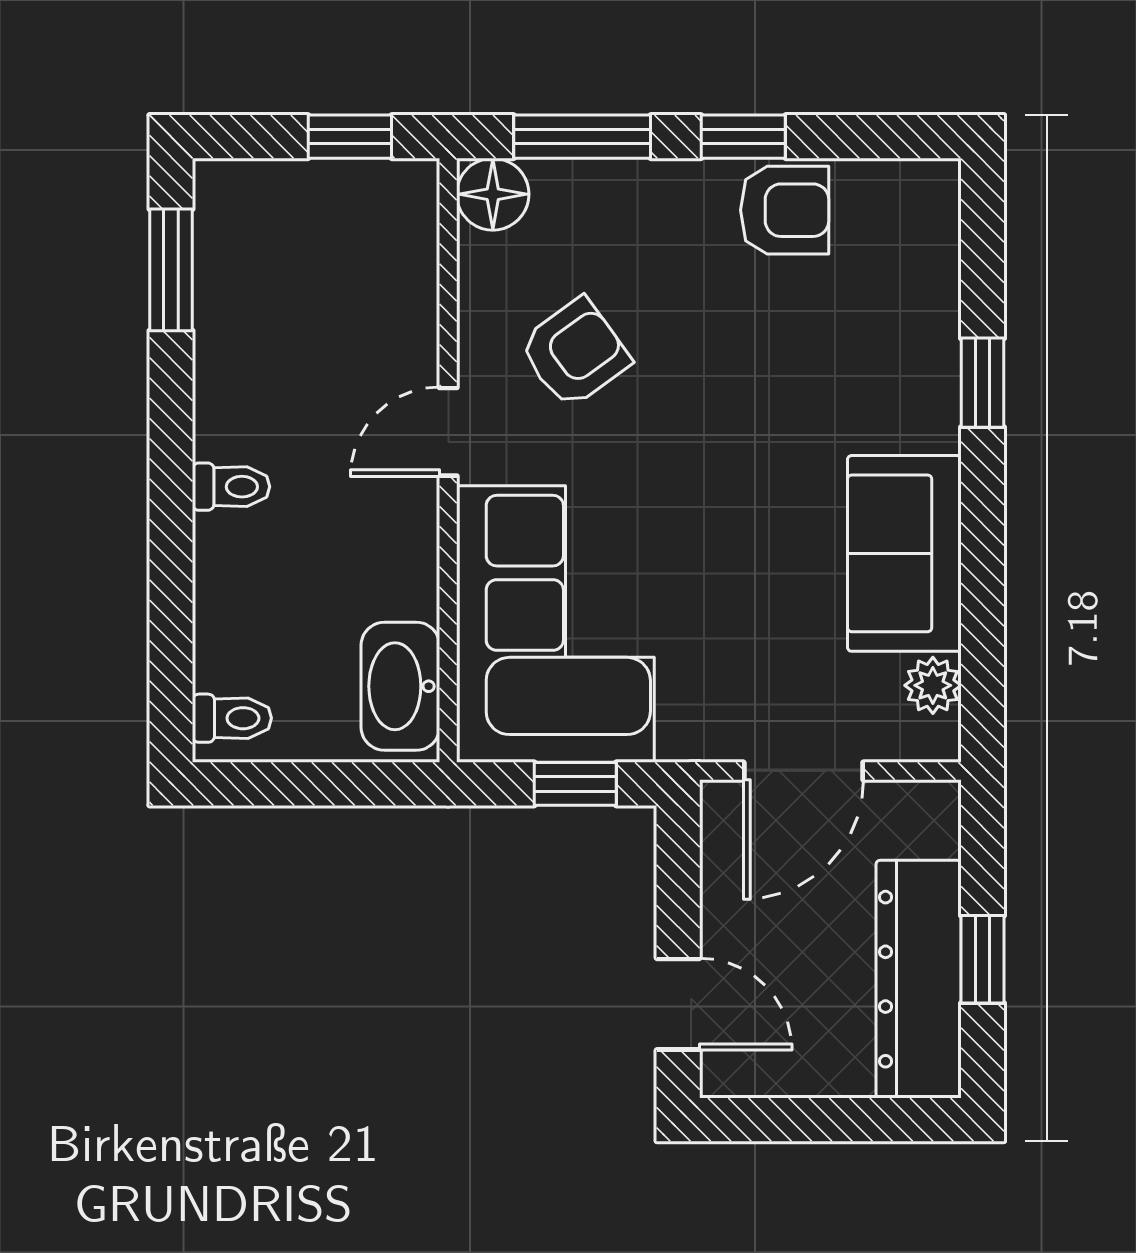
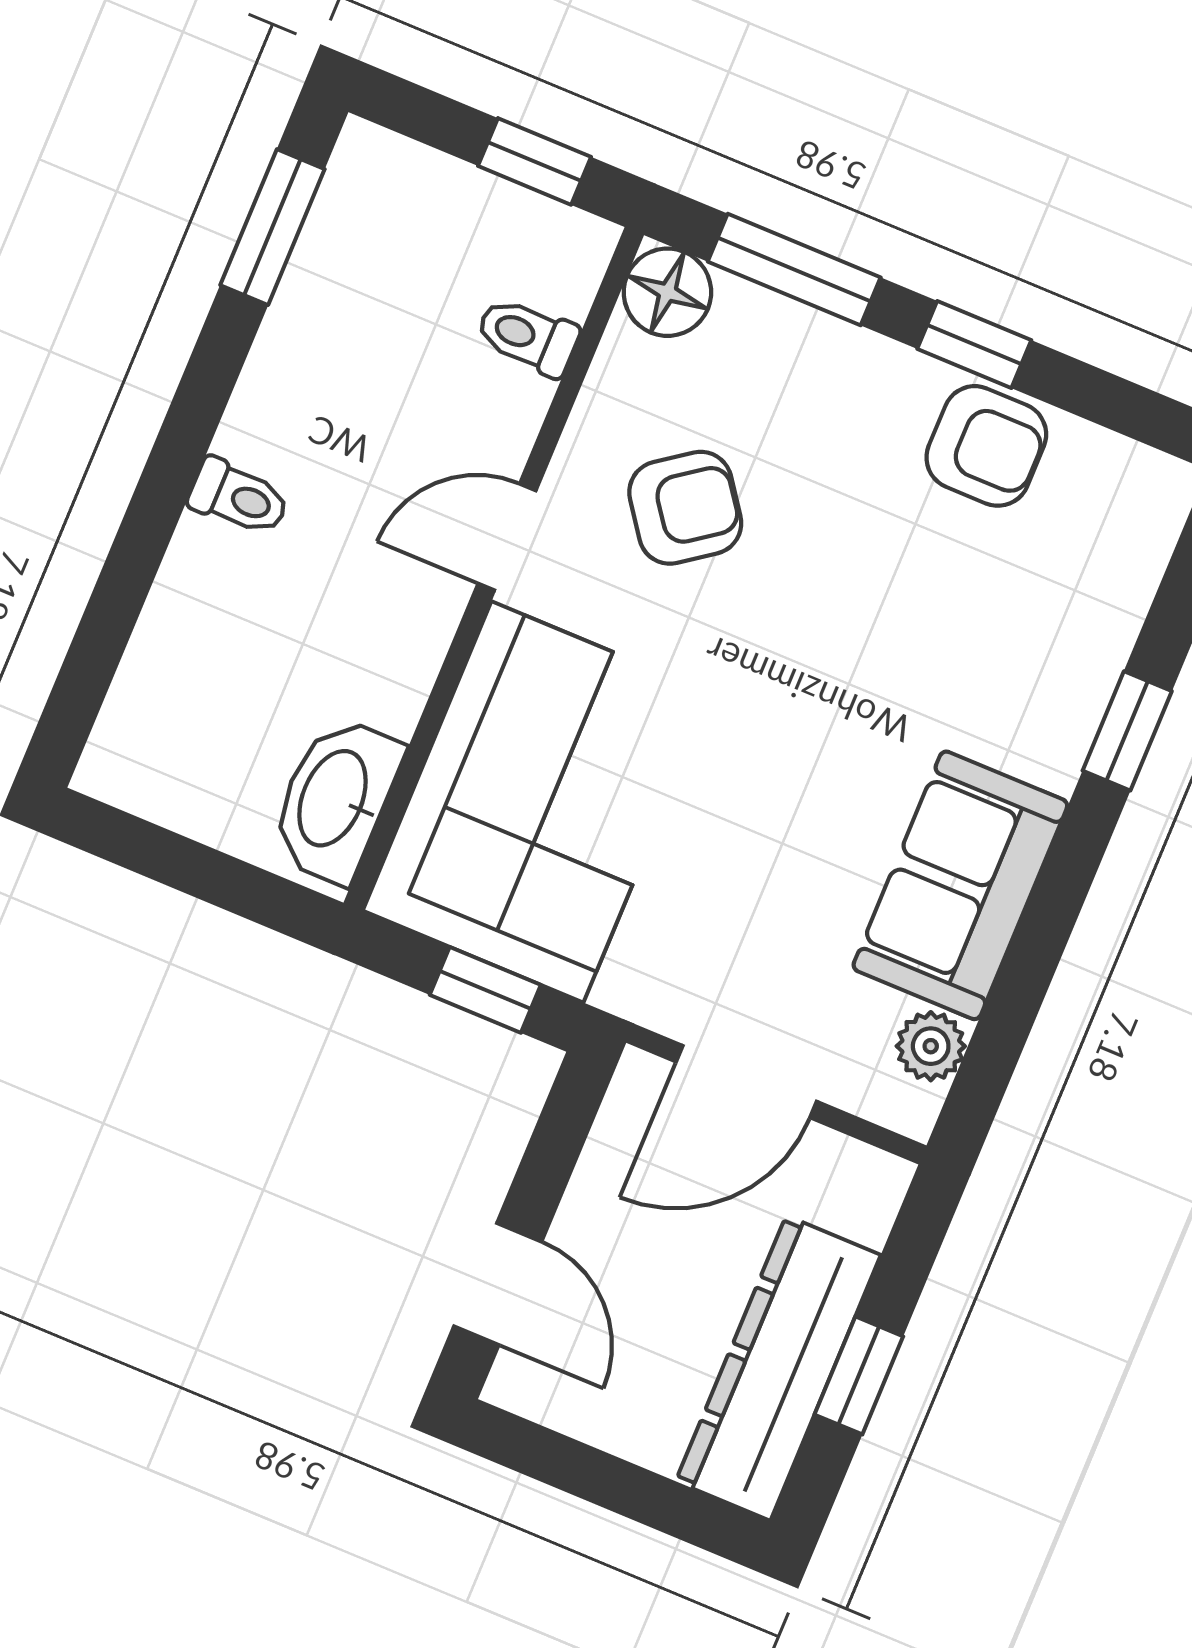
toilet: (232, 718) -> (528, 336), moved, turned 180

